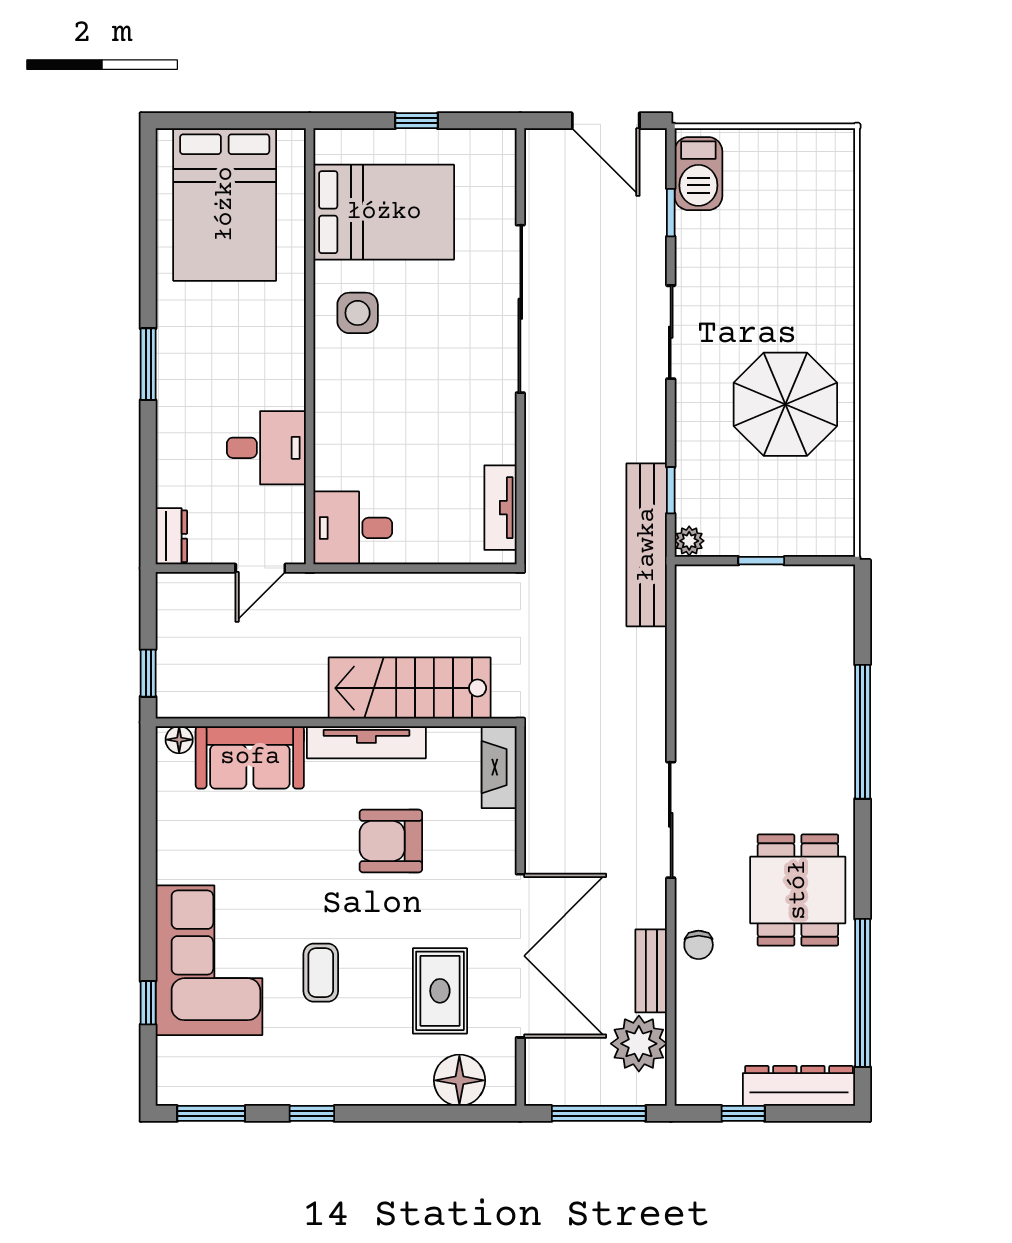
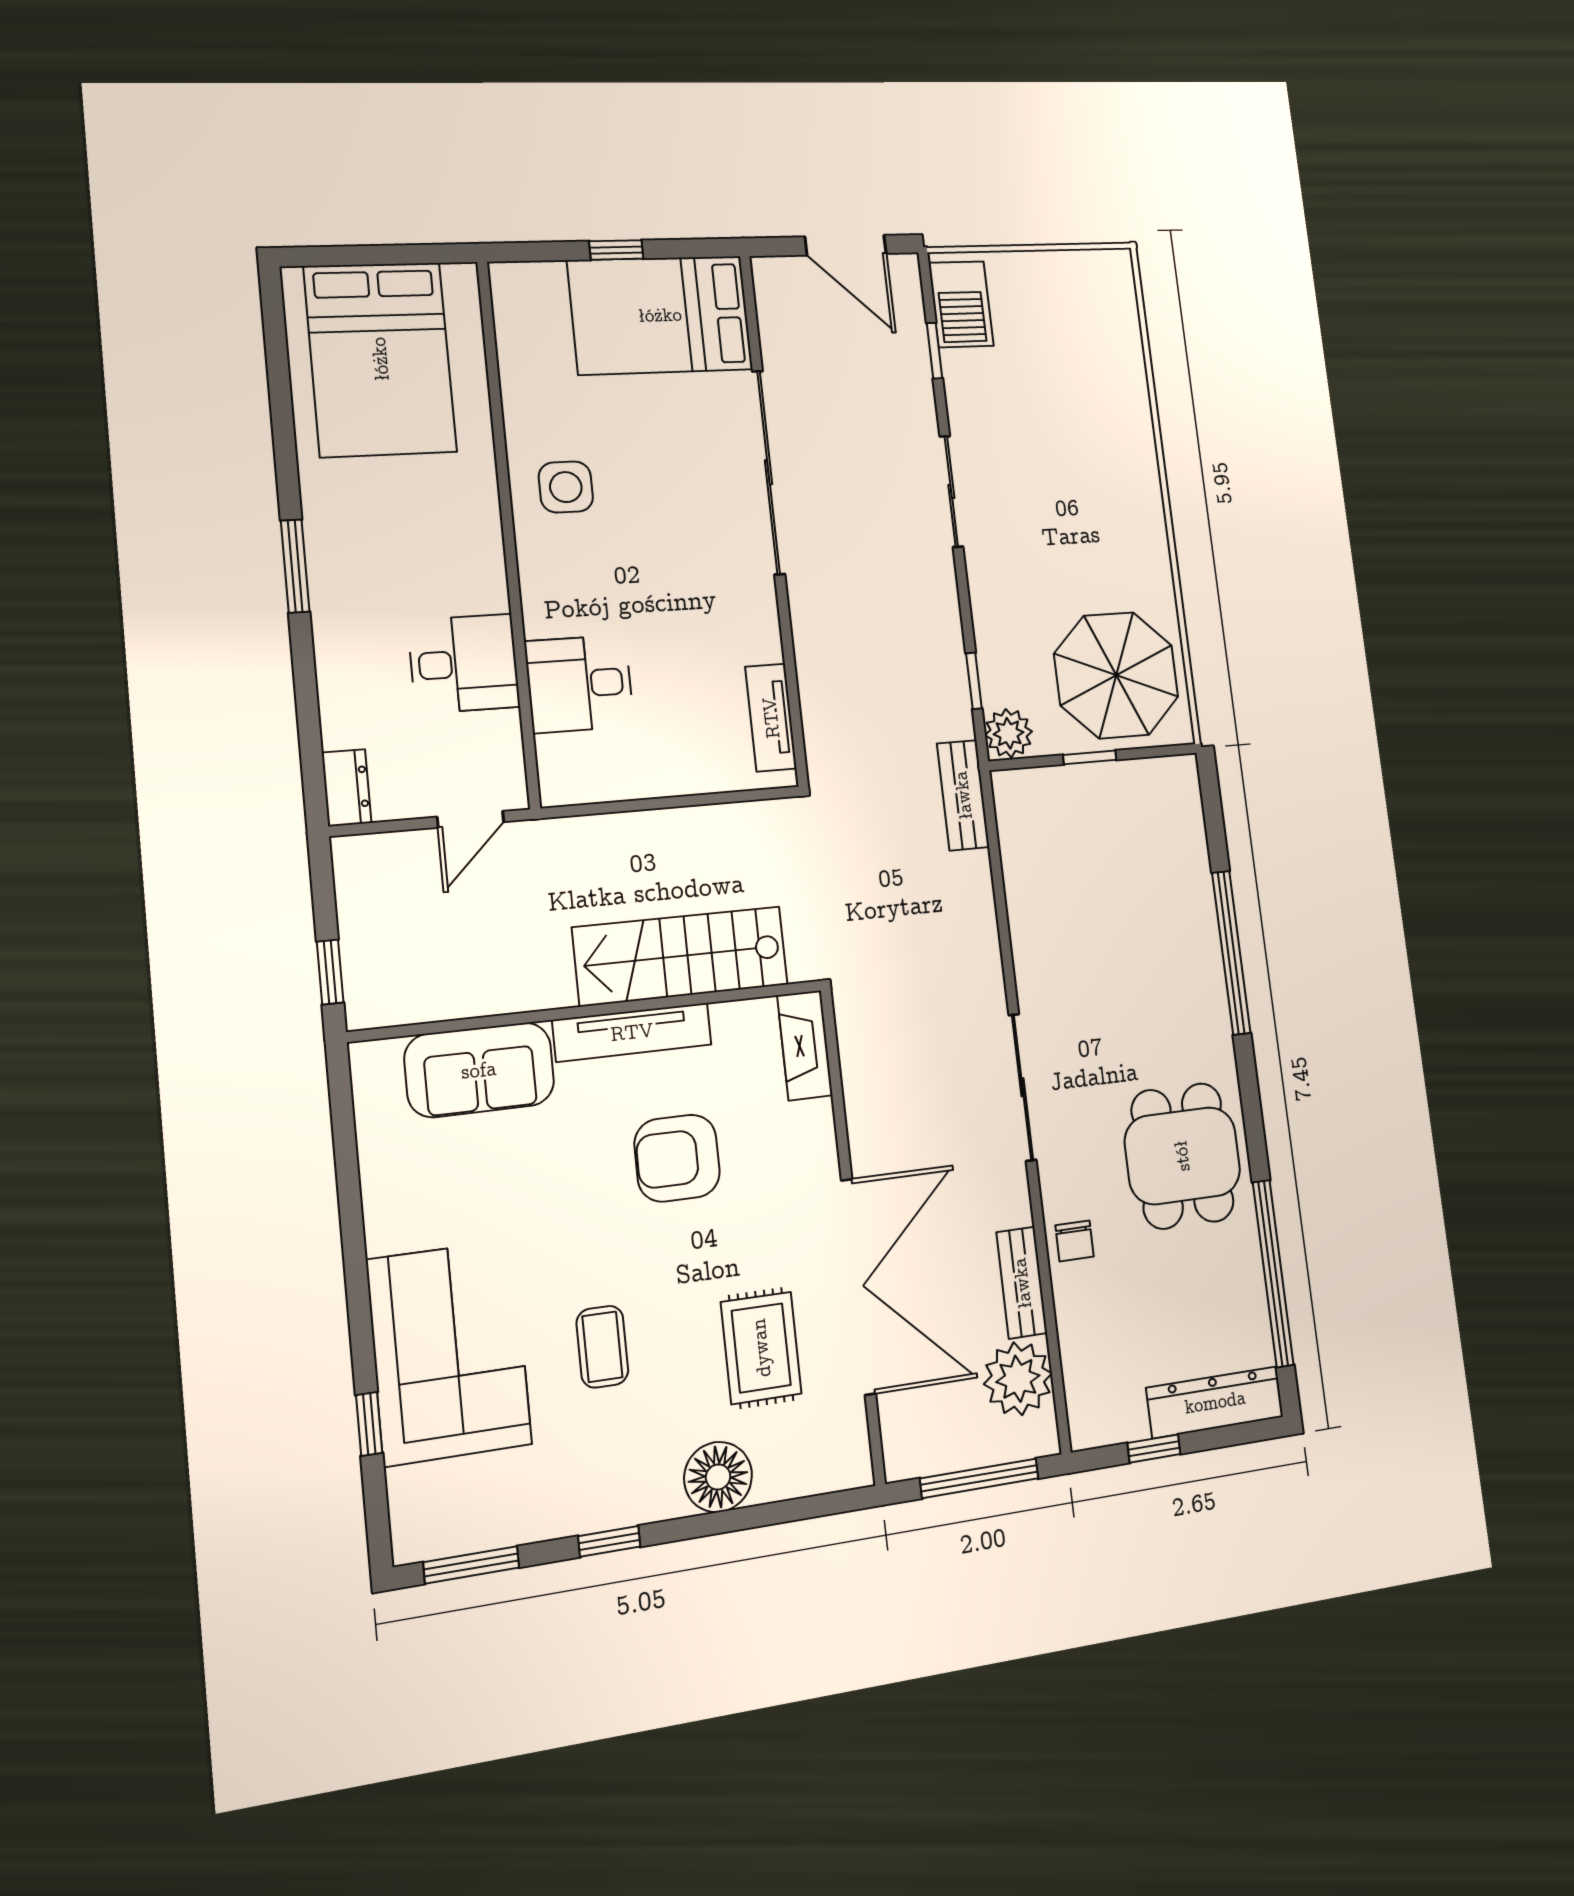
bed: (384, 212) -> (660, 315), moved, turned 180
parasol: (785, 404) -> (1116, 675), moved
desk: (353, 528) -> (579, 684), moved
plant: (689, 541) -> (1009, 733), width x1.38, depth x1.38
bench: (647, 545) -> (963, 795), width x0.54, depth x0.82
floor lamp: (179, 740) -> (381, 1057), removed
floor lamp: (459, 1080) -> (718, 1477), moved

